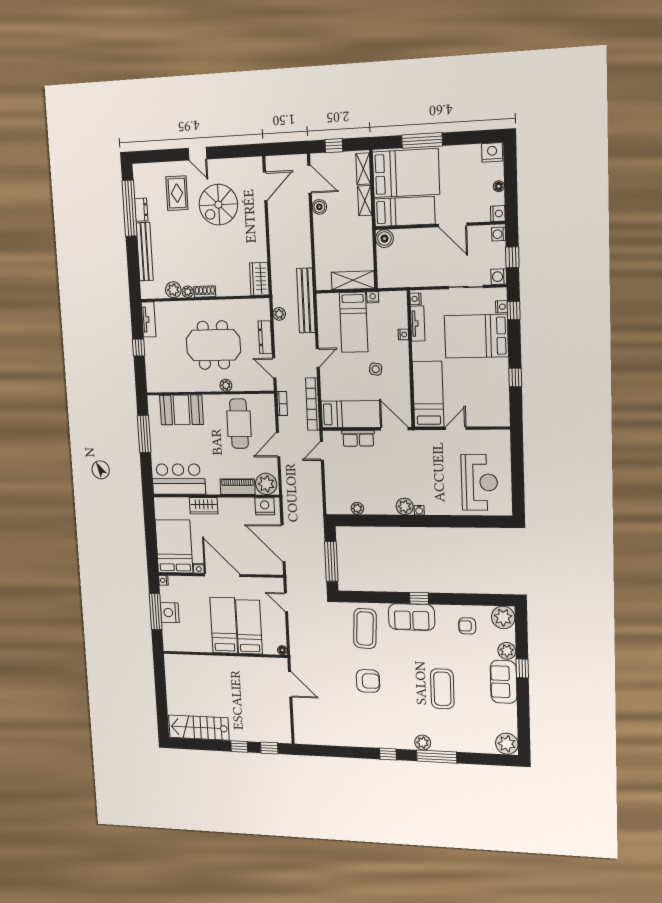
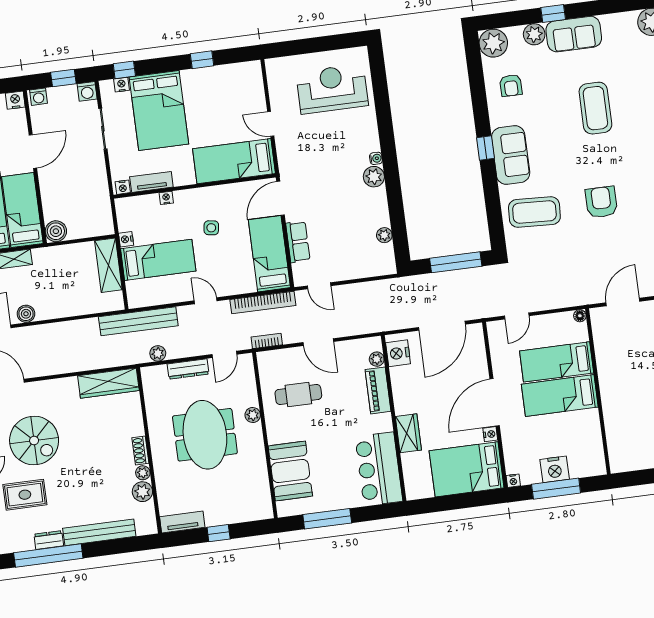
wardrobe: (259, 279) -> (108, 383), width x1.50
cafe table: (239, 424) -> (298, 394), width x0.73, depth x0.74
plant: (266, 484) -> (377, 359), width x0.53, depth x0.53
coffee table: (442, 689) -> (595, 108), turned 90

